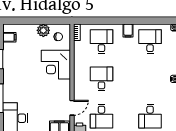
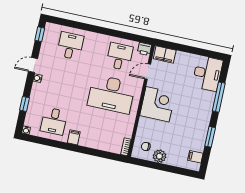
desk: (101, 42) -> (103, 132), removed
corner desk: (56, 65) -> (158, 104), moved
desk: (101, 79) -> (111, 94), width x1.87, depth x1.30

